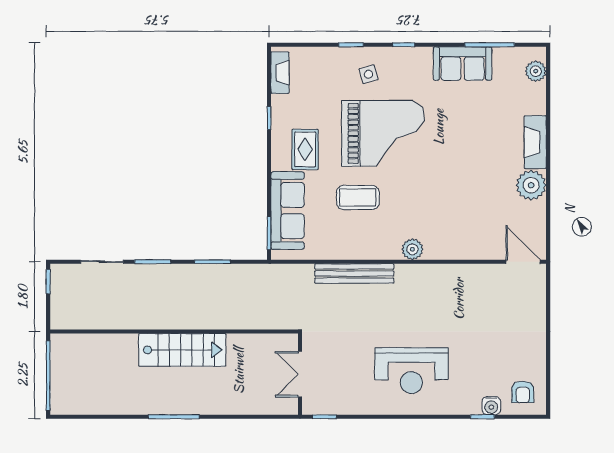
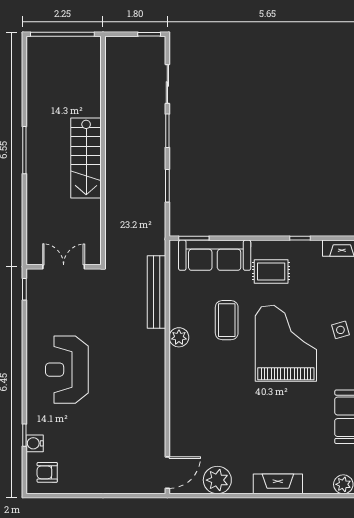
grand piano: (383, 133) -> (286, 343), turned 180
plant: (531, 185) -> (217, 480), moved
plant: (412, 249) -> (179, 337), moved
bench: (354, 274) -> (157, 292), moved

